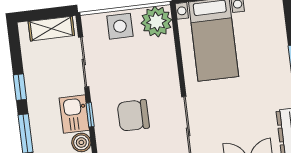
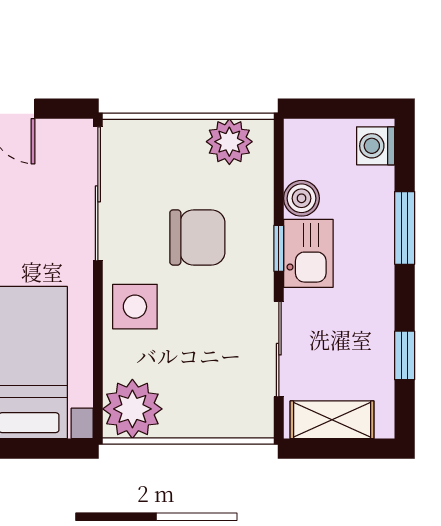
side table: (120, 26) -> (135, 307), moved
window: (20, 87) -> (405, 355), moved

